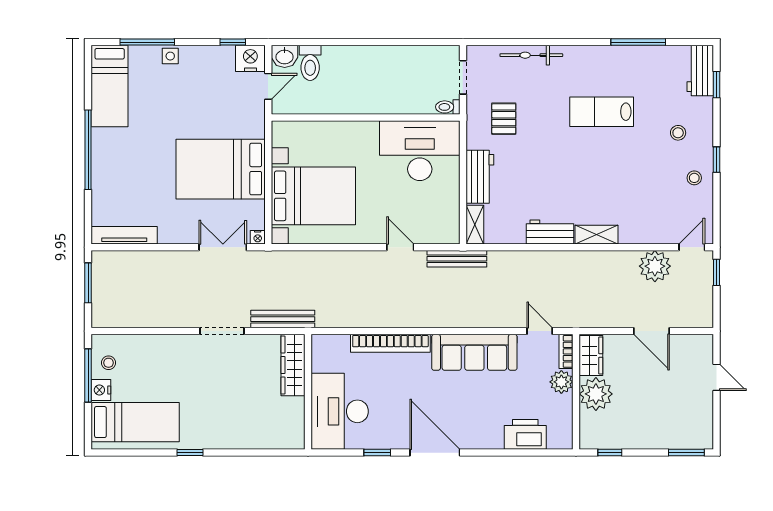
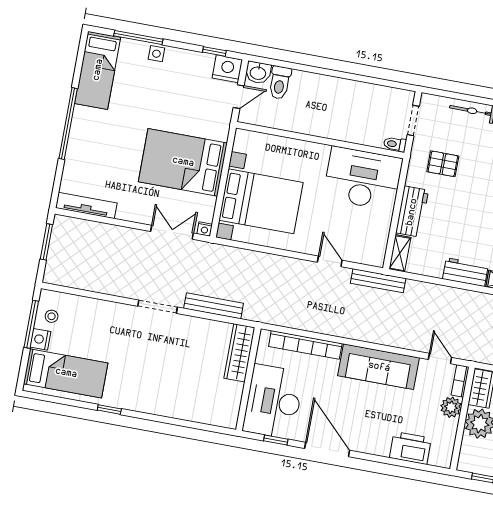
pallet: (504, 119) -> (443, 164), turned 90
wardrobe: (293, 365) -> (239, 353), moved
wall: (308, 392) -> (248, 379), moved
desk: (340, 411) -> (273, 402), moved

